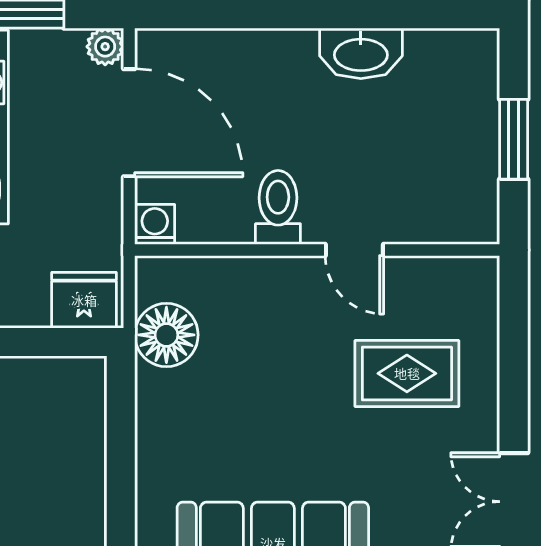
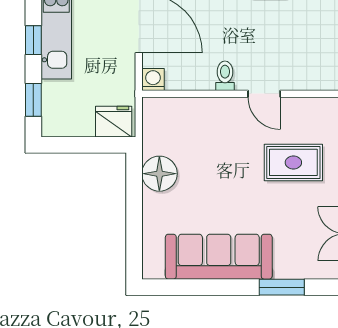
toilet: (278, 207) -> (225, 76), width x0.73, depth x0.72
floor lamp: (166, 335) -> (159, 174), moved

